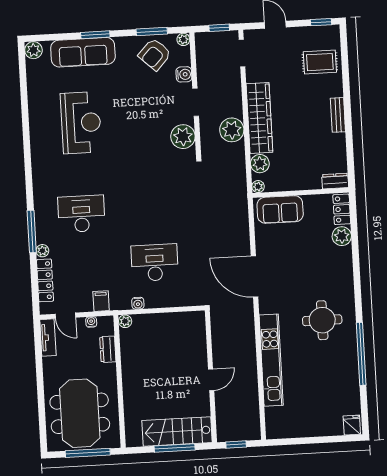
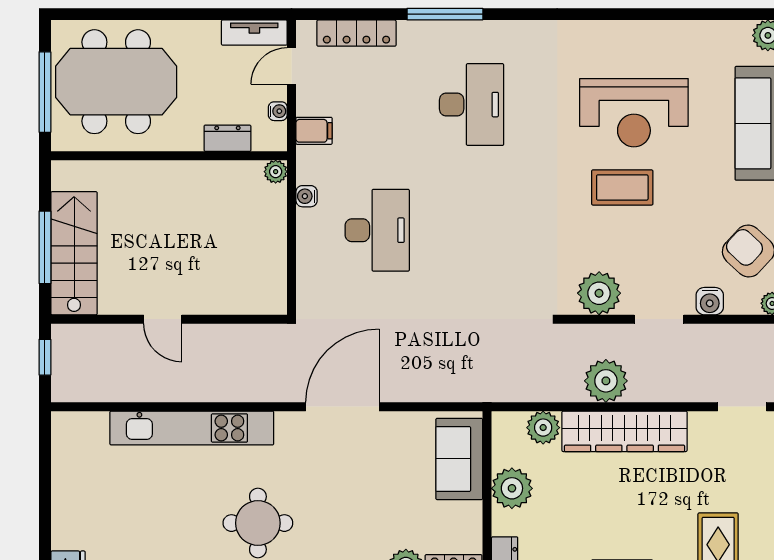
coffee table: (123, 127) -> (622, 187), added
plant: (258, 187) -> (512, 488), moved, width x1.87, depth x1.87
plant: (42, 251) -> (410, 31), removed

